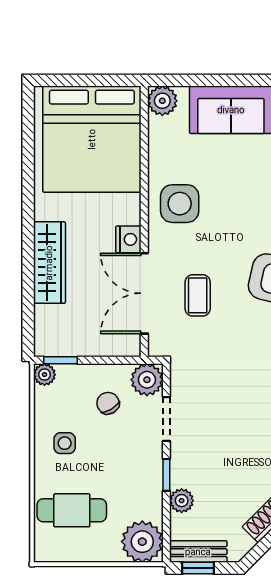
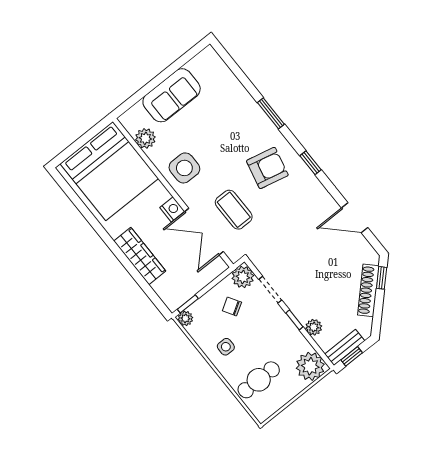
plant: (162, 101) -> (145, 138), moved
coffee table: (198, 295) -> (234, 210), width x1.36, depth x1.30

